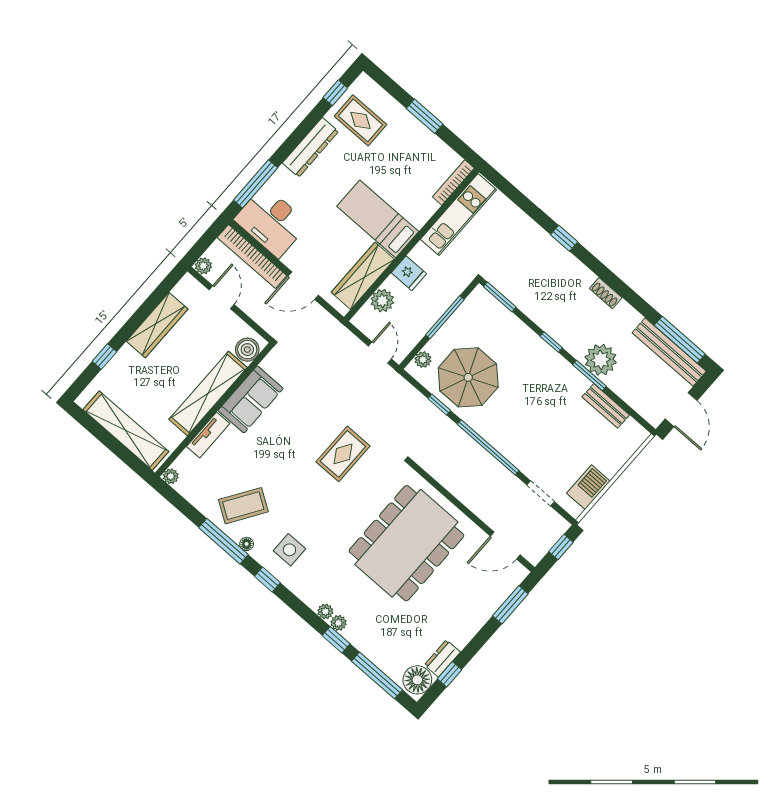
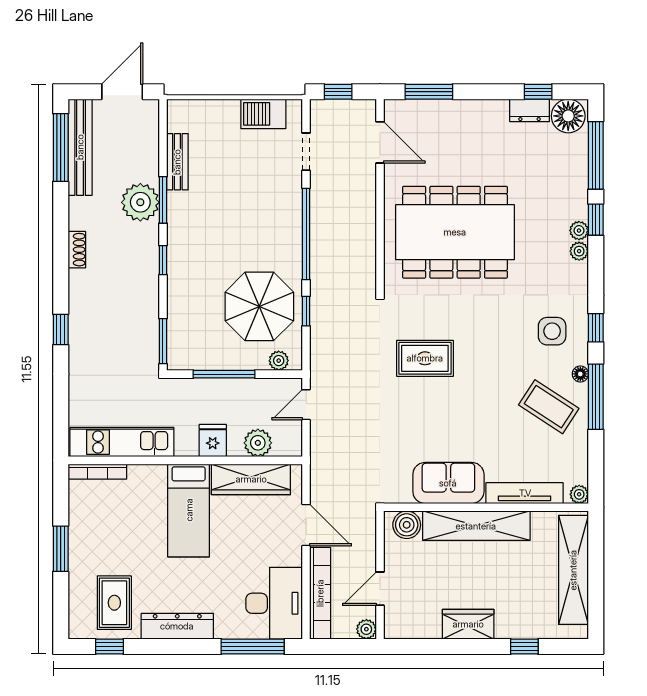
wardrobe: (157, 325) -> (468, 624), width x0.67
tv unit: (208, 435) -> (525, 493), width x1.41

